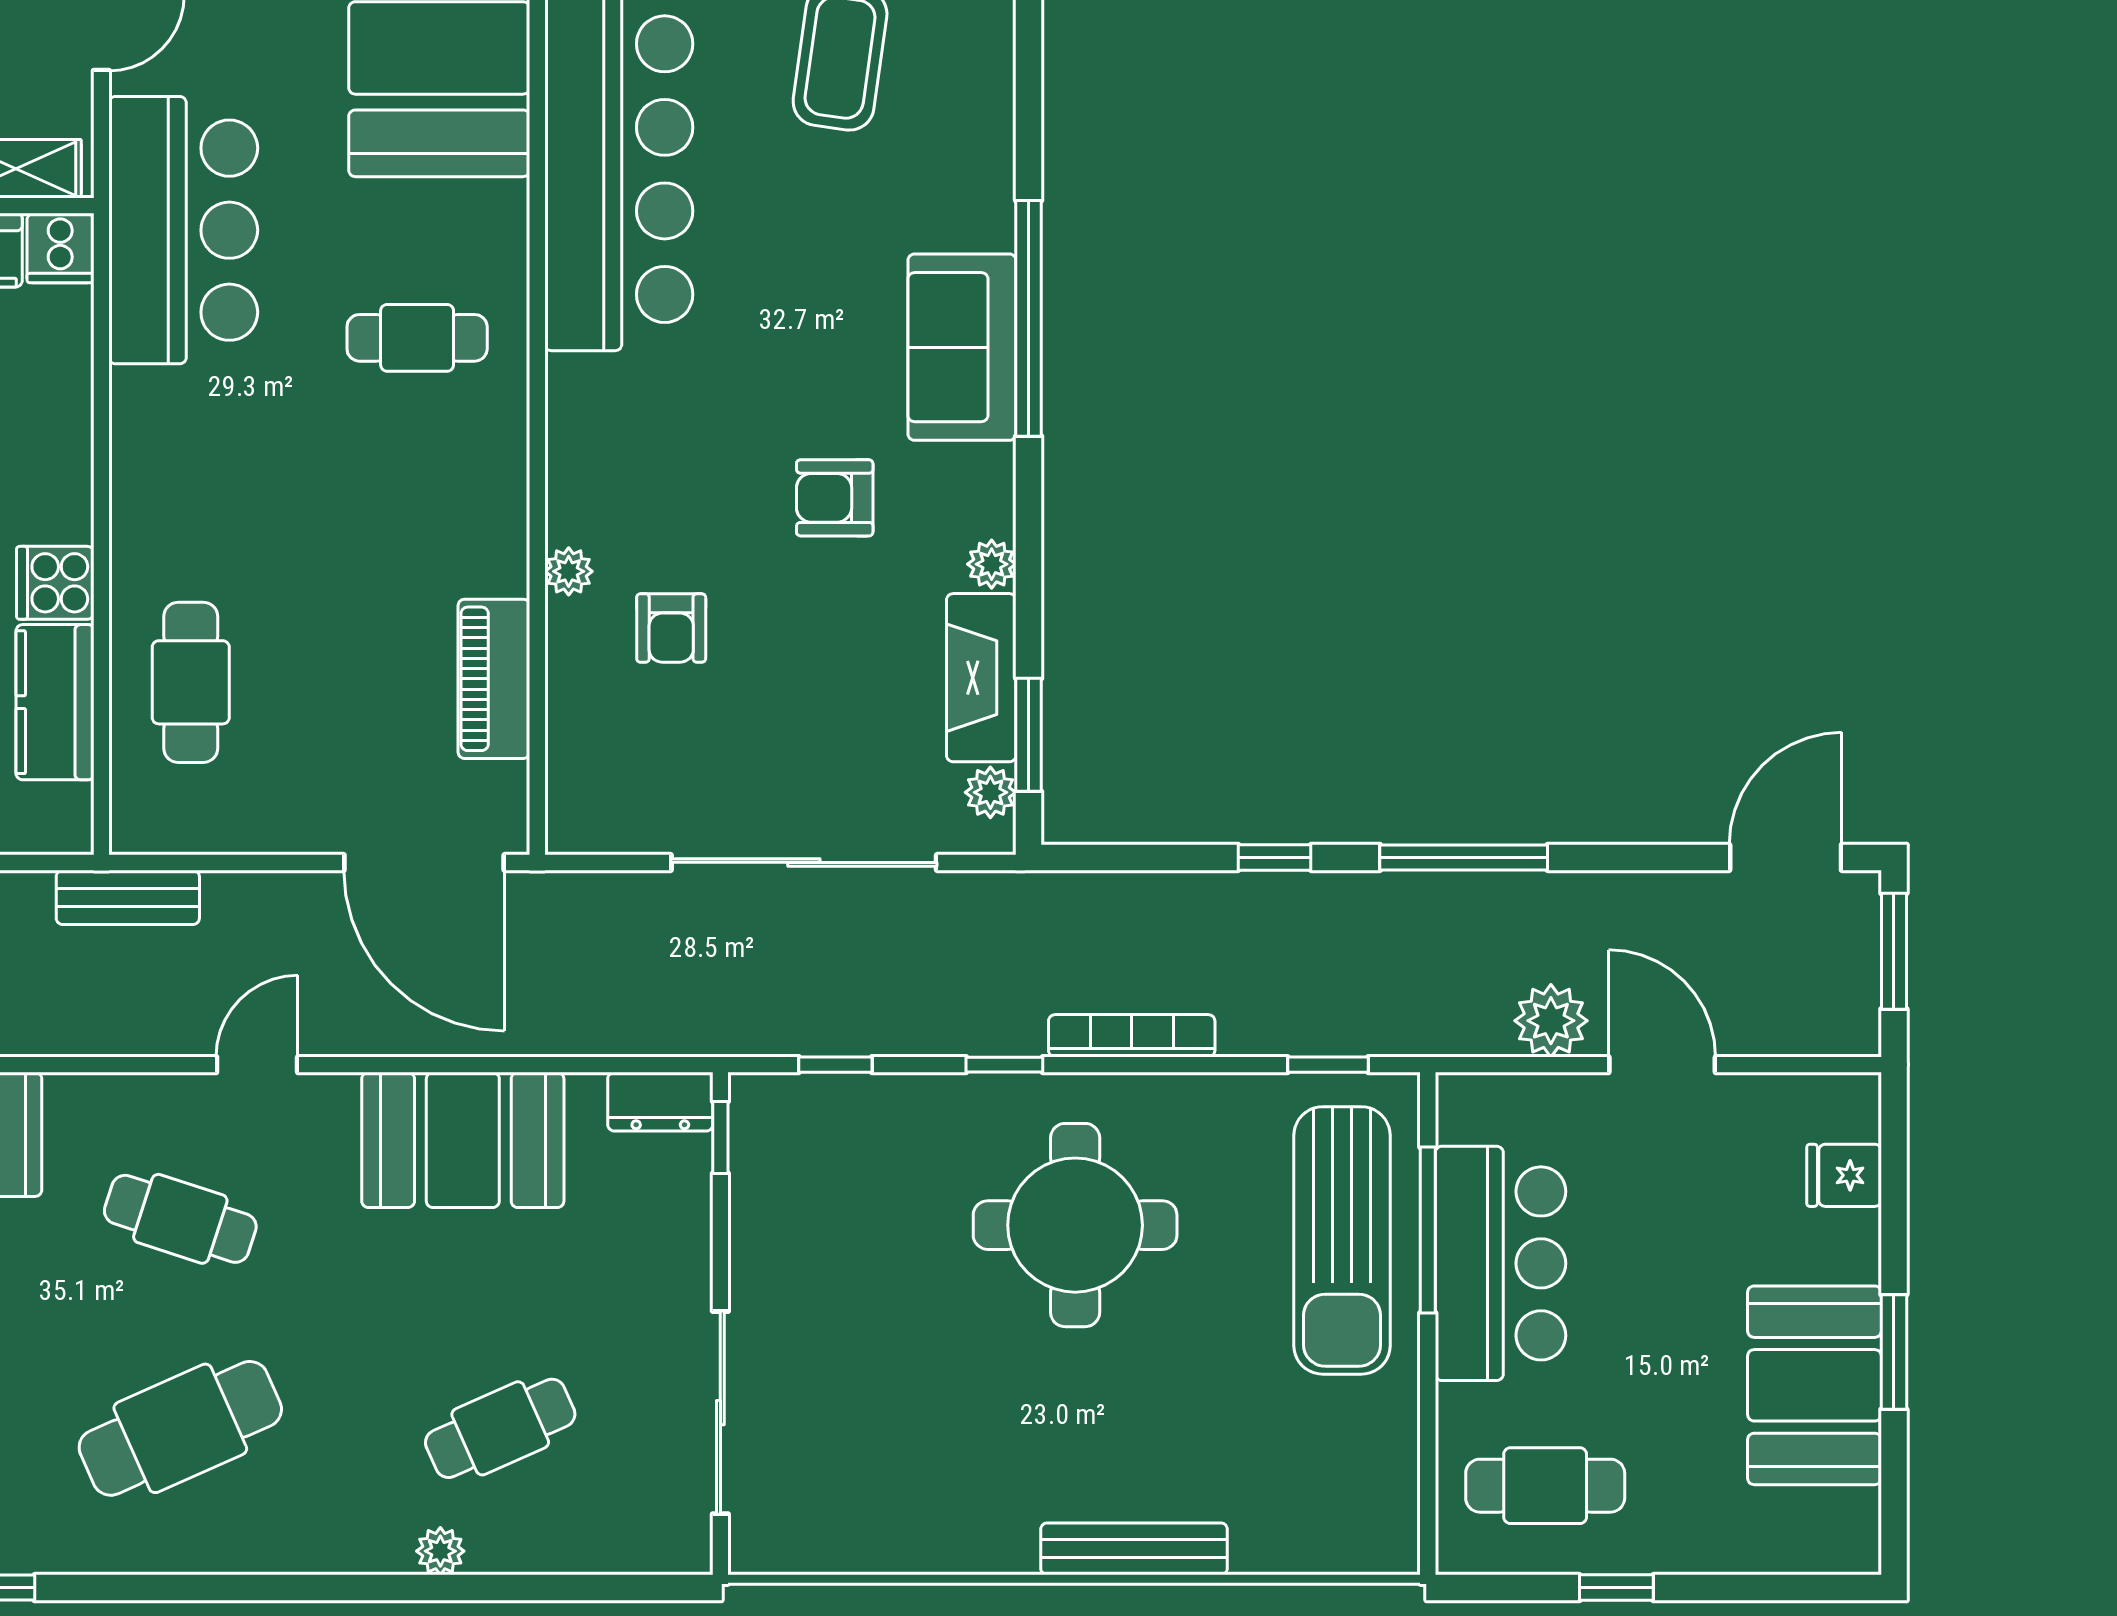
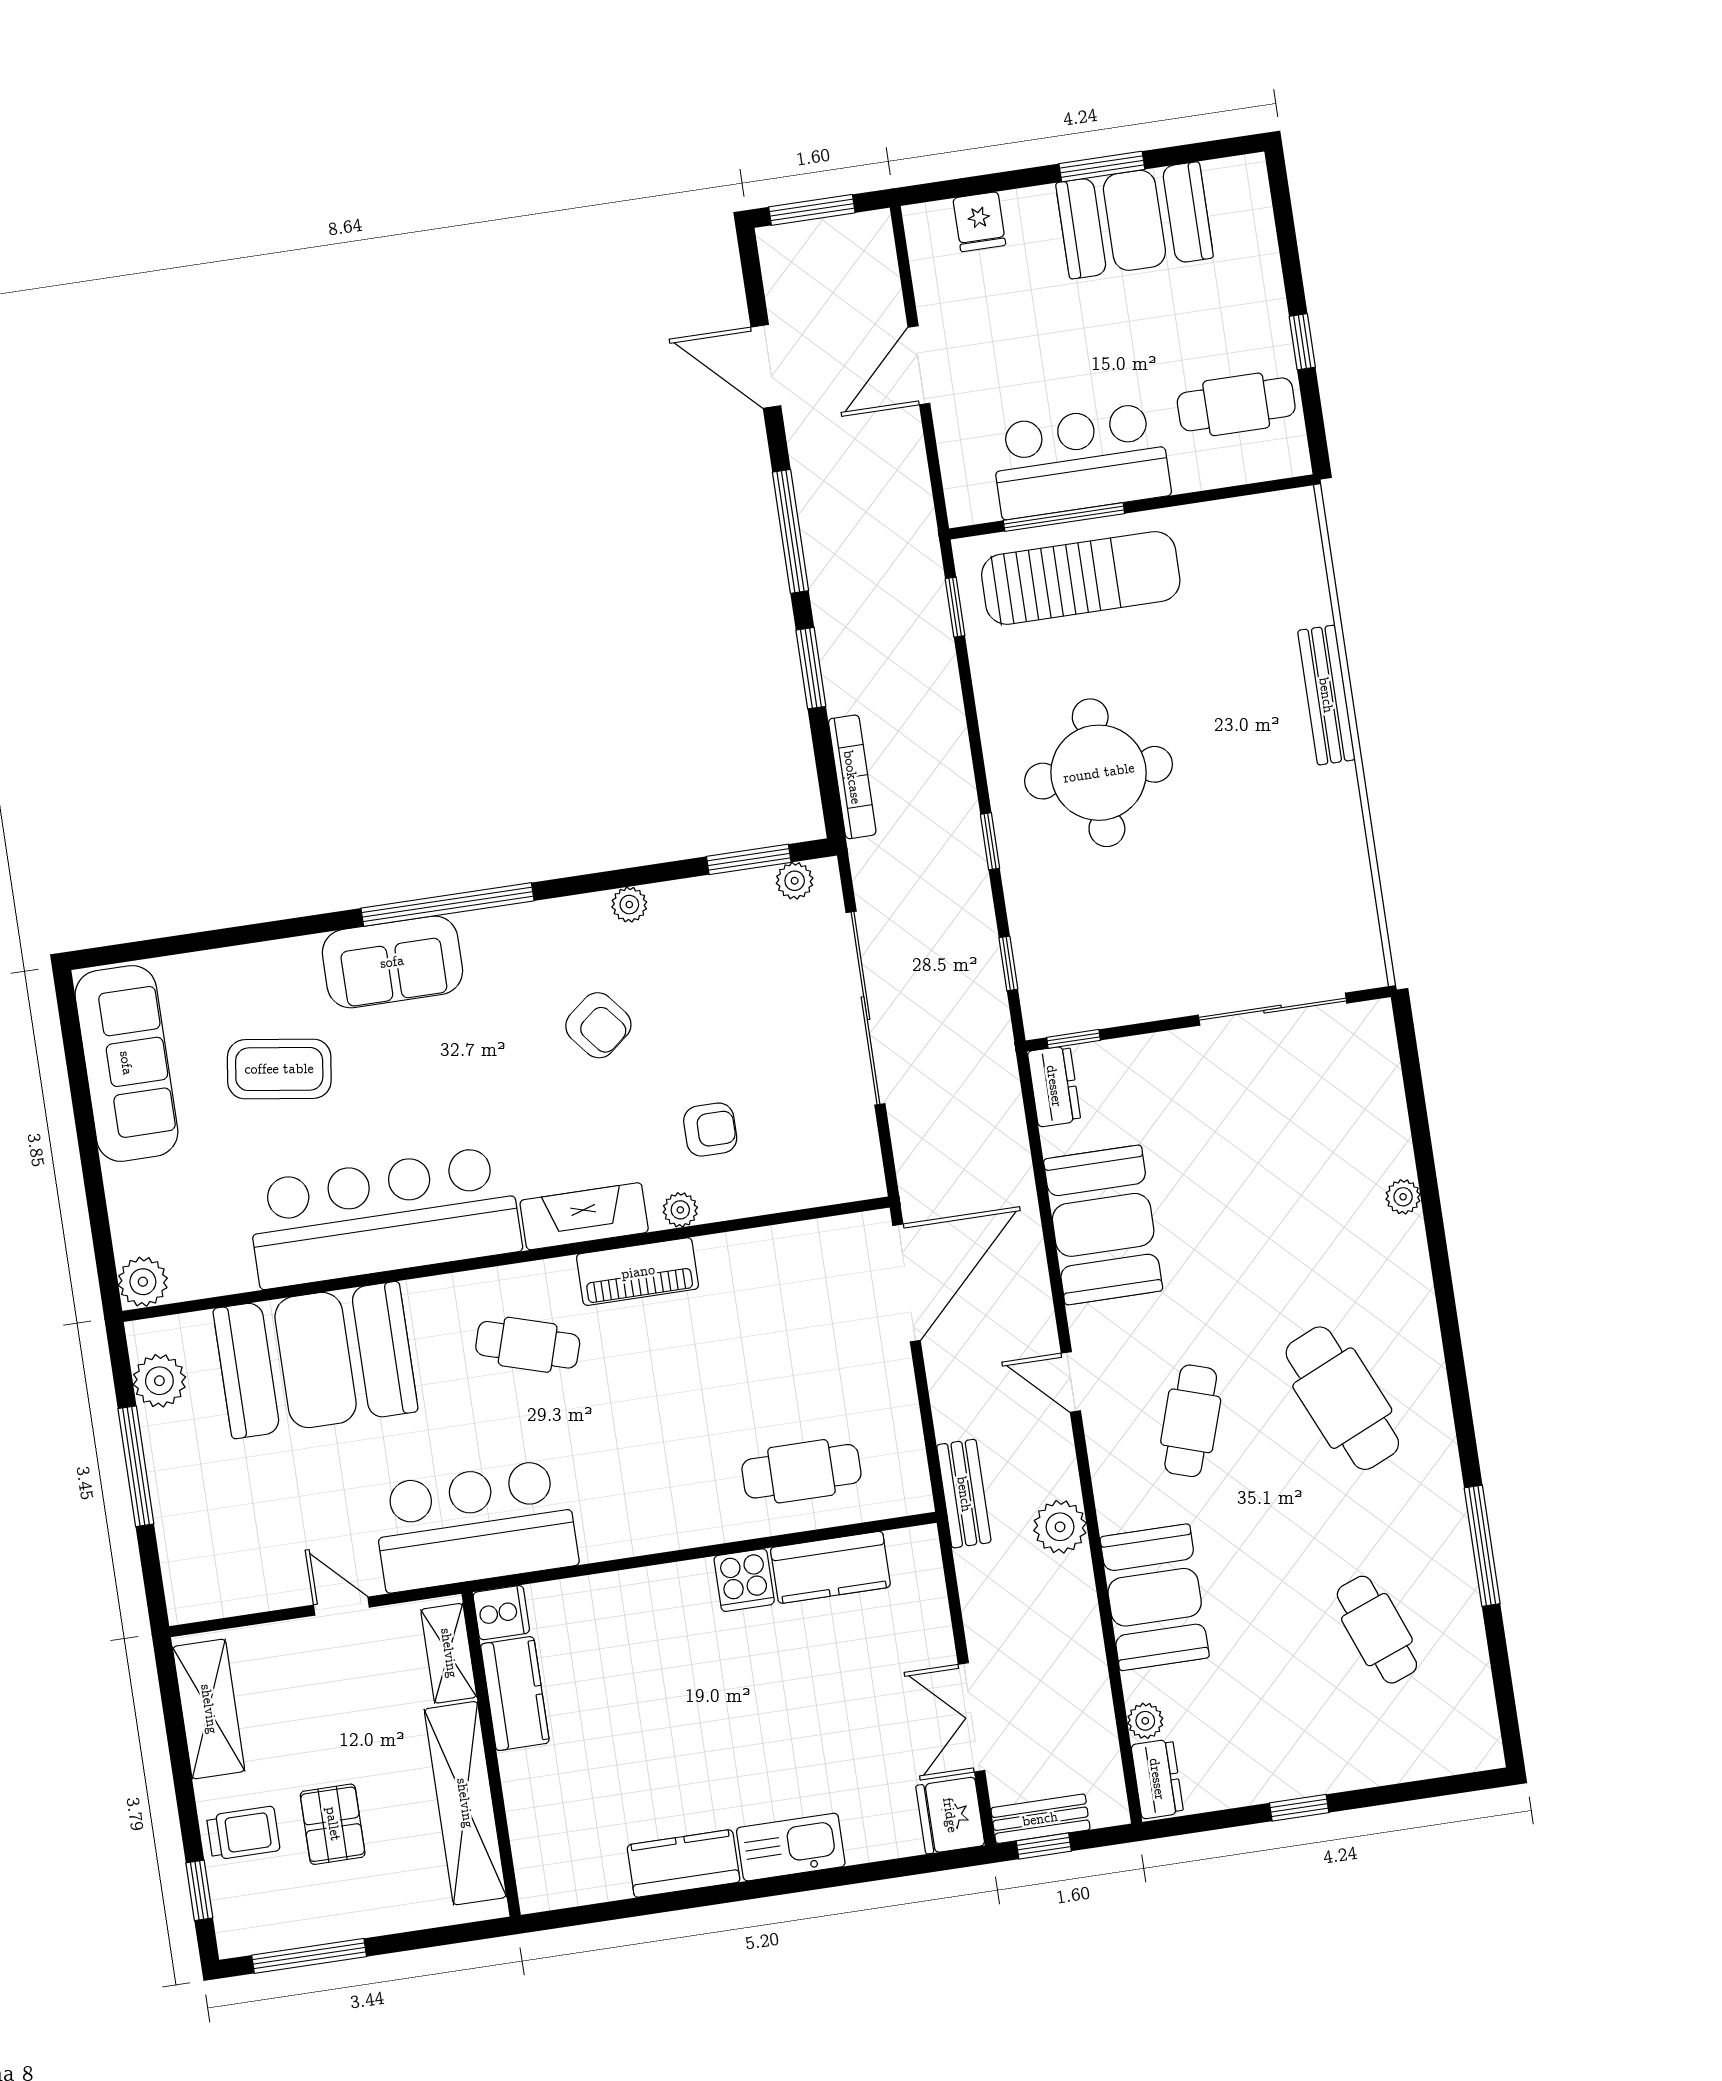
cafe table: (417, 338) -> (528, 1345), turned -73
sofa: (962, 347) -> (392, 962), moved
armchair: (835, 498) -> (598, 1025), turned -39
fireplace: (981, 678) -> (584, 1216), moved, turned 180
piano: (494, 679) -> (638, 1272), moved
window: (1275, 857) -> (811, 668), width x1.50
door: (1786, 857) -> (766, 366), moved
plant: (1551, 1021) -> (1060, 1527), moved
bookcase: (1132, 1036) -> (852, 777), moved, turned 180
cafe table: (500, 1428) -> (1308, 1167), removed
cafe table: (1545, 1486) -> (1236, 404), turned 90

